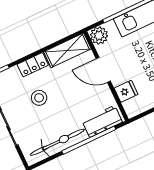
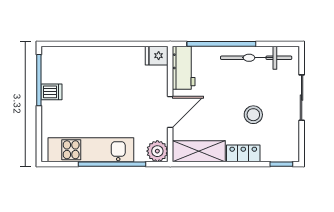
door: (103, 70) -> (170, 112), hinge flipped
fridge: (126, 91) -> (157, 56), moved
workbench: (102, 121) -> (184, 68), moved, turned -90

